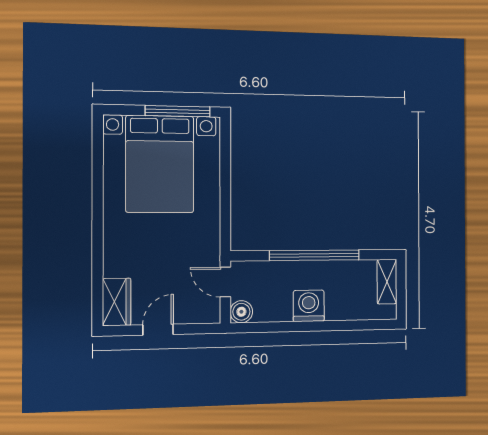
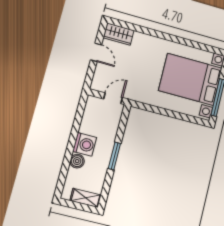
window: (315, 255) -> (114, 156), width x0.47
boiler: (241, 312) -> (77, 161), moved

